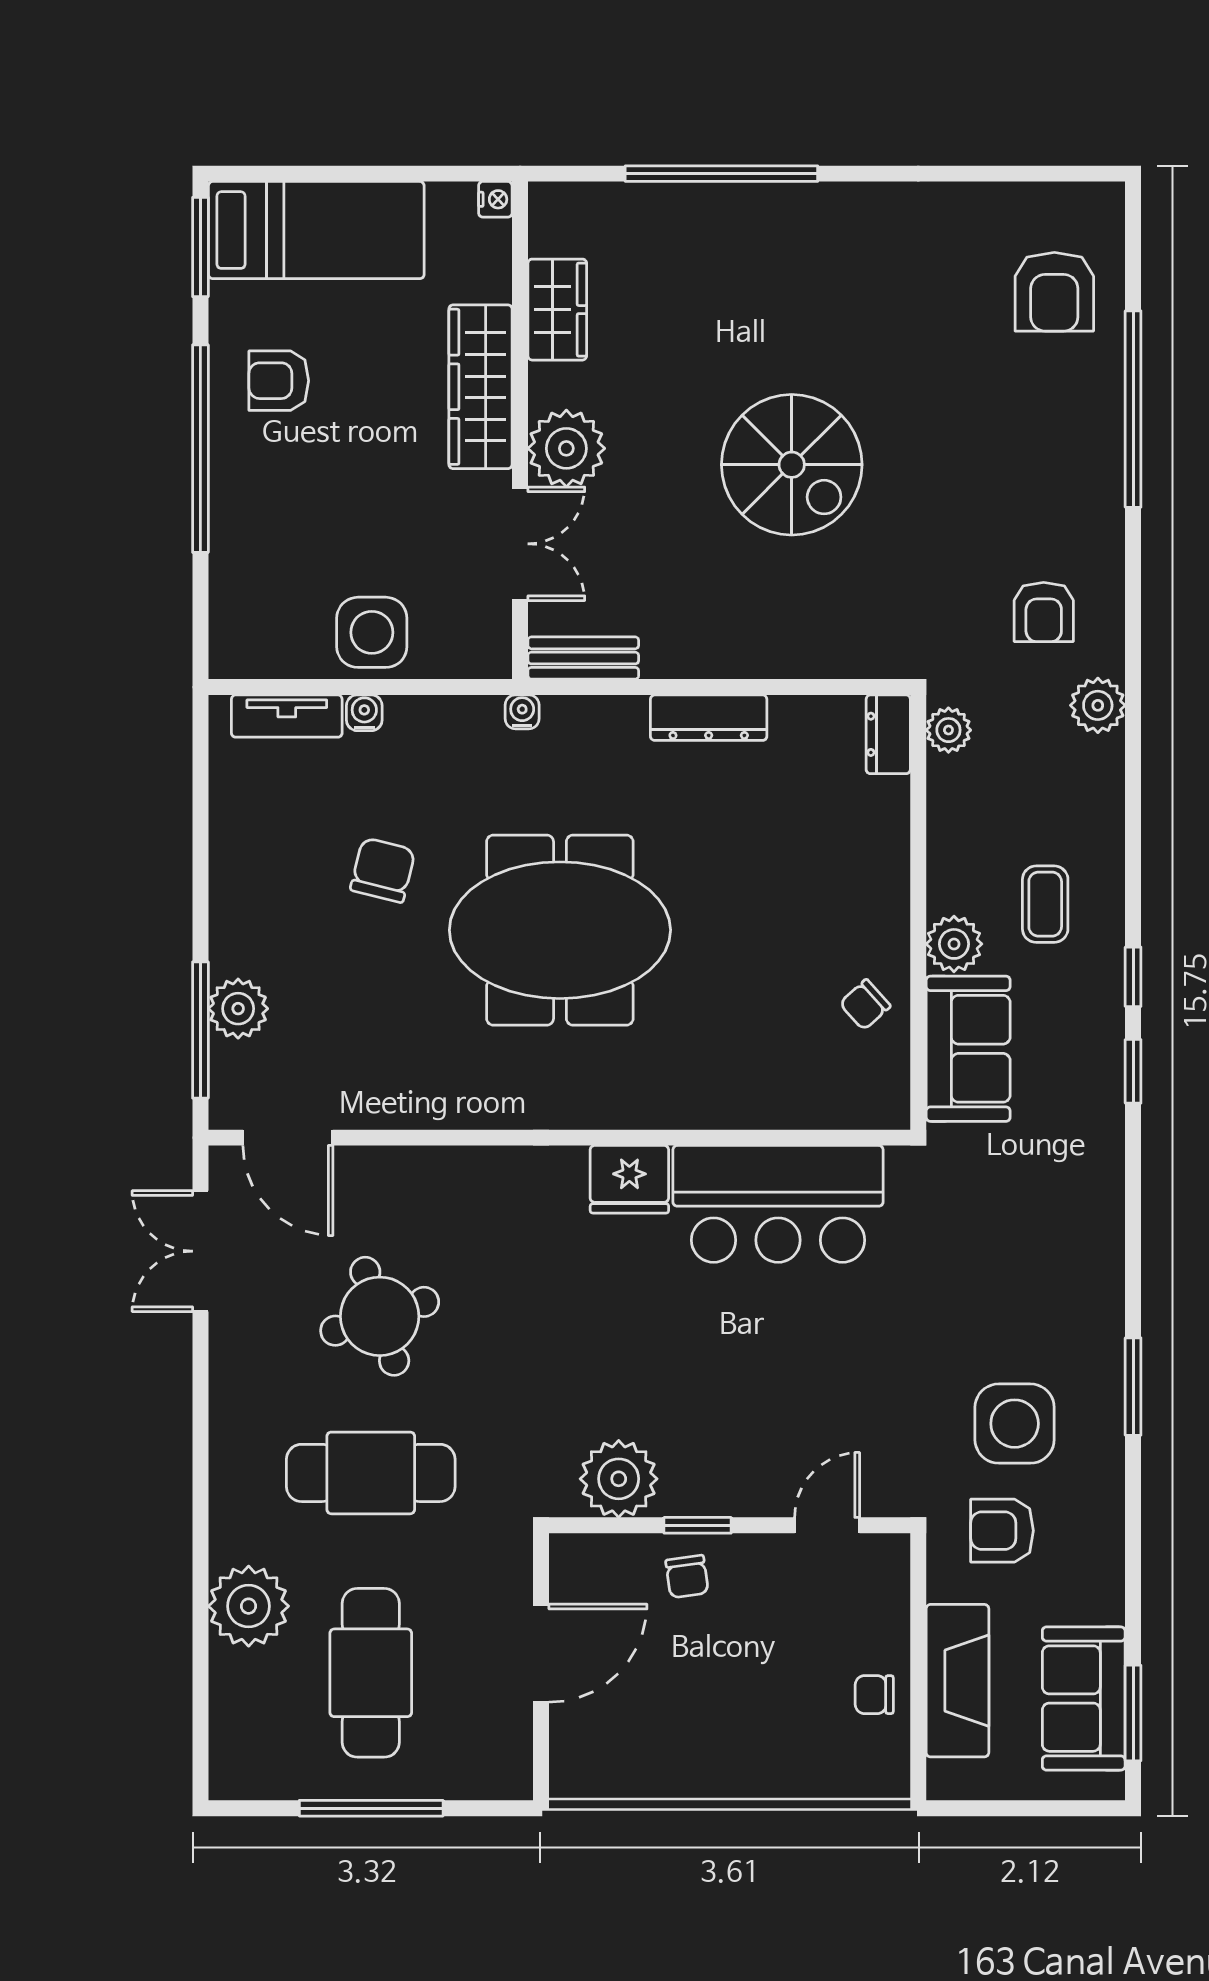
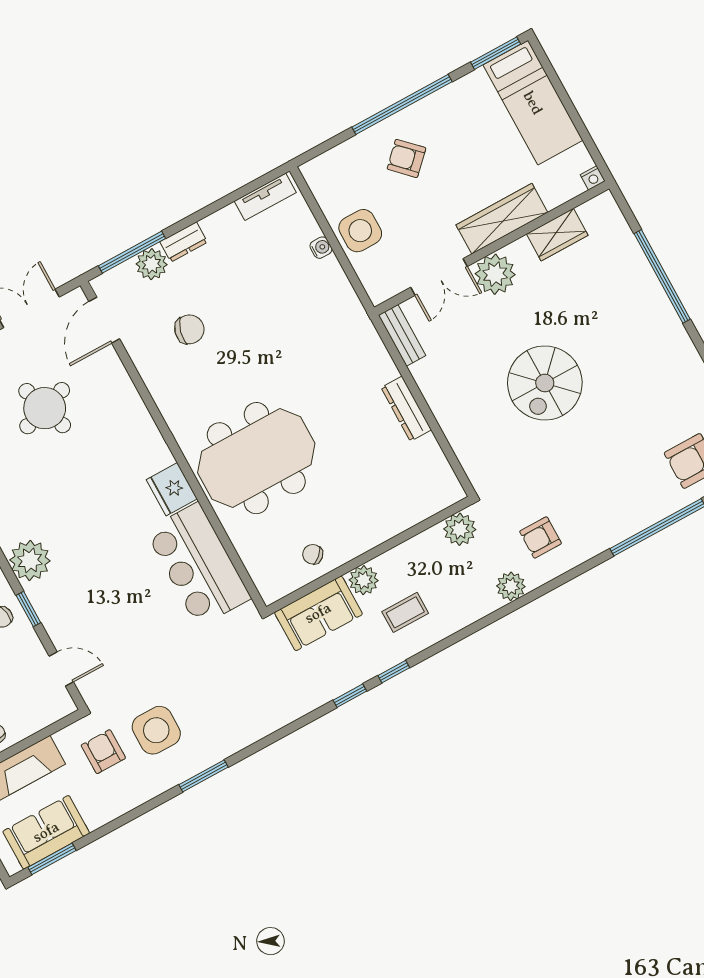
armchair: (279, 381) -> (406, 158), moved, turned -45
water cooler: (522, 712) -> (362, 321), removed
tv unit: (287, 716) -> (265, 197), moved, turned -90
plant: (948, 730) -> (460, 529), width x1.38, depth x1.38
dresser: (888, 734) -> (184, 242), moved, turned 180
chair: (383, 870) -> (189, 329), moved
meeting table: (560, 930) -> (256, 458), moved, turned 90

